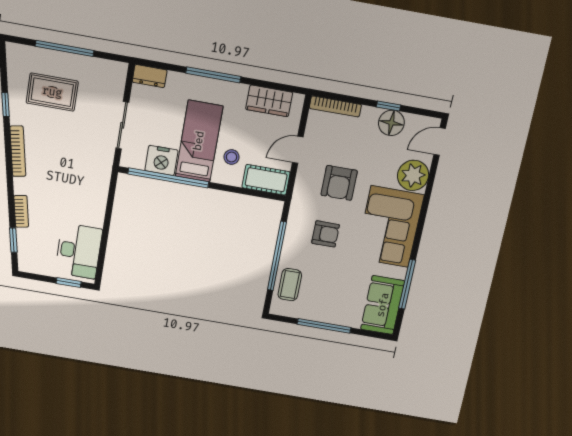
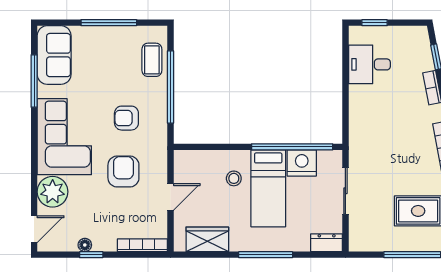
floor lamp: (391, 123) -> (85, 245), width x0.53, depth x0.53
cot: (266, 180) -> (196, 162), removed
desk: (79, 251) -> (369, 64), width x0.73

